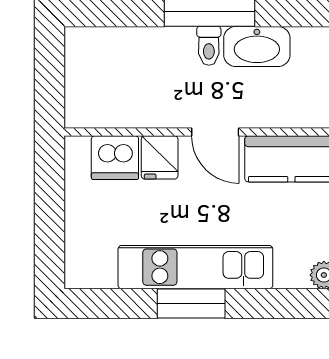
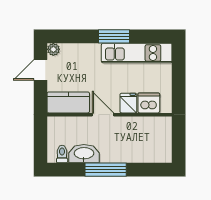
toilet: (209, 46) -> (62, 154), moved
kitchen unit: (195, 267) -> (137, 53), moved

